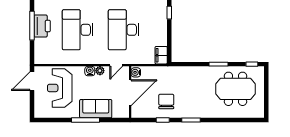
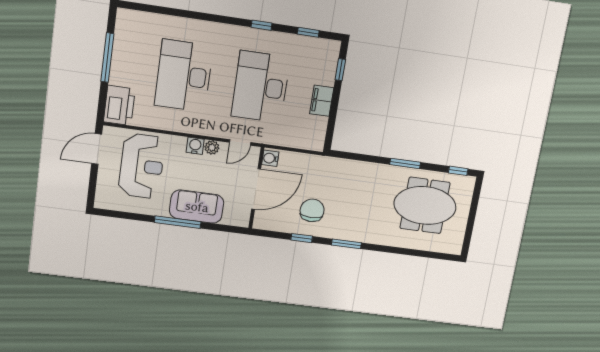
printer: (42, 26) -> (119, 105), moved
filing cabinet: (161, 55) -> (322, 101), moved
reception desk: (60, 88) -> (142, 166), turned 180

